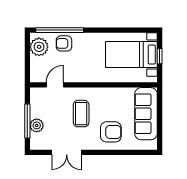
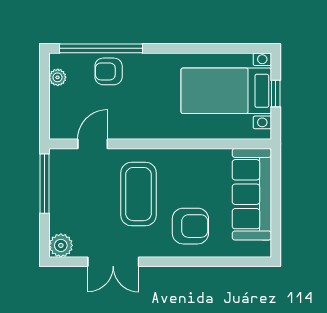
plant: (39, 47) -> (58, 77), width x0.53, depth x0.53
coffee table: (81, 114) -> (139, 194), width x1.36, depth x1.32
window: (27, 121) -> (45, 184), moved
plant: (37, 125) -> (61, 245), moved

